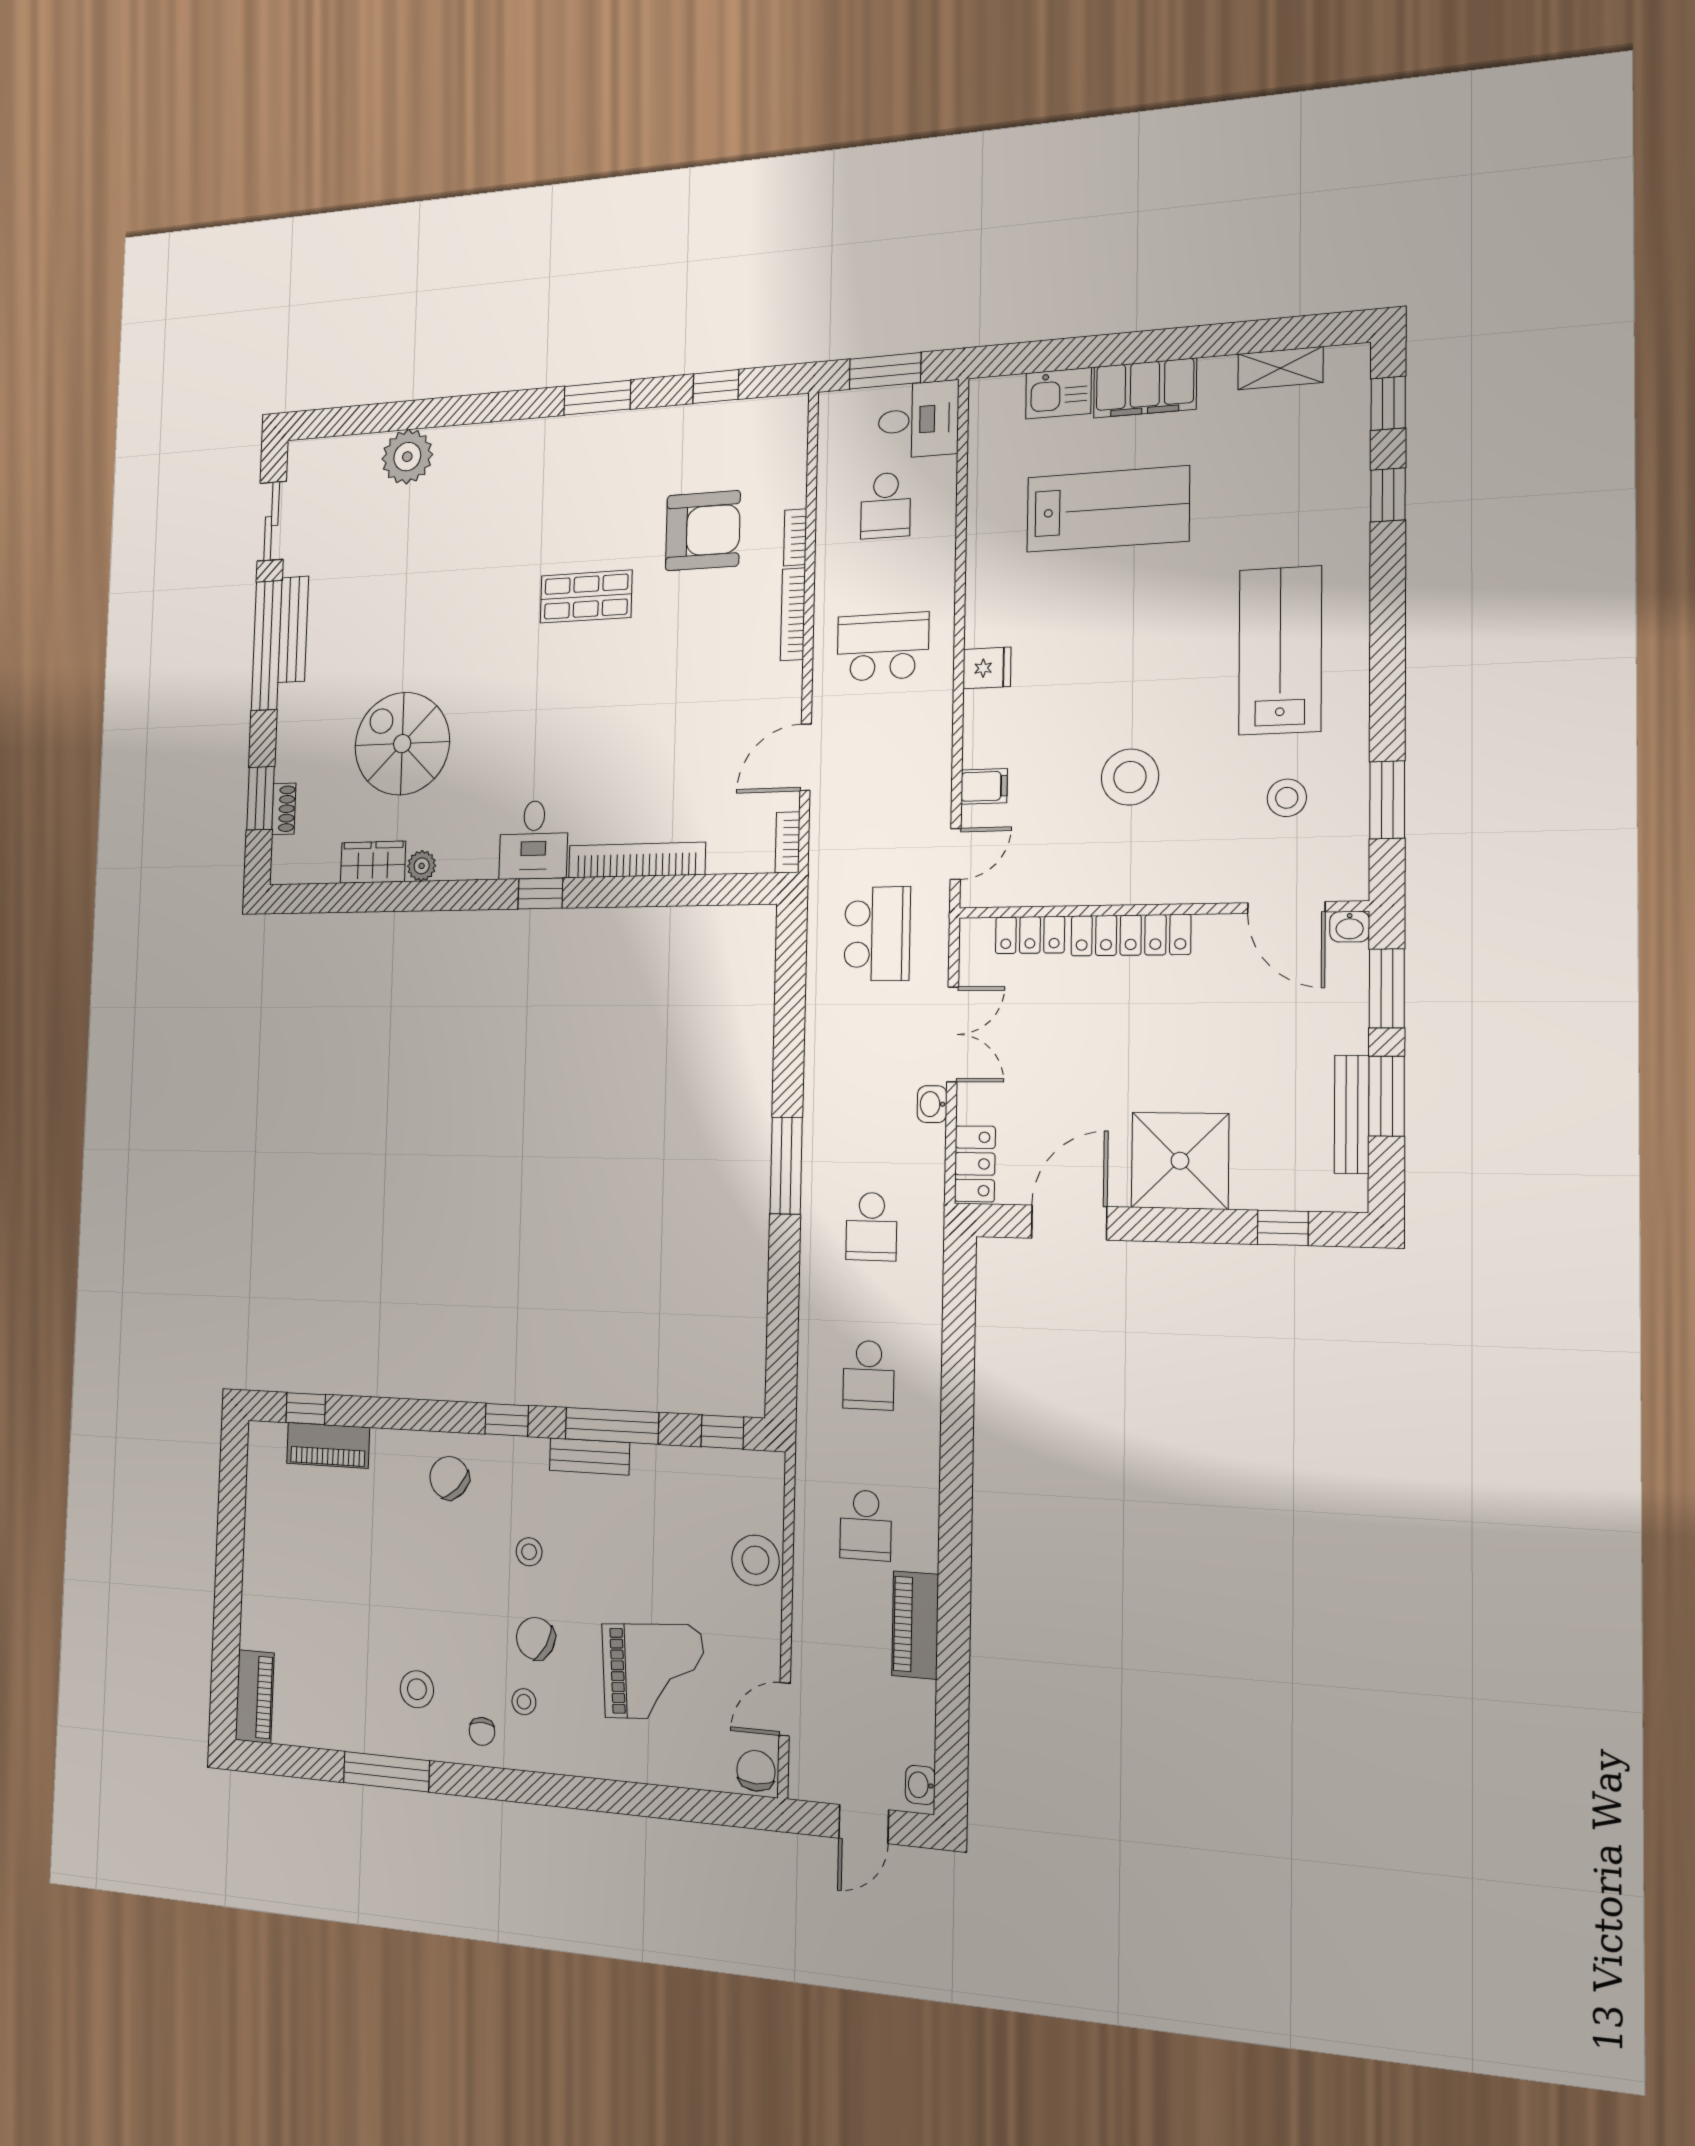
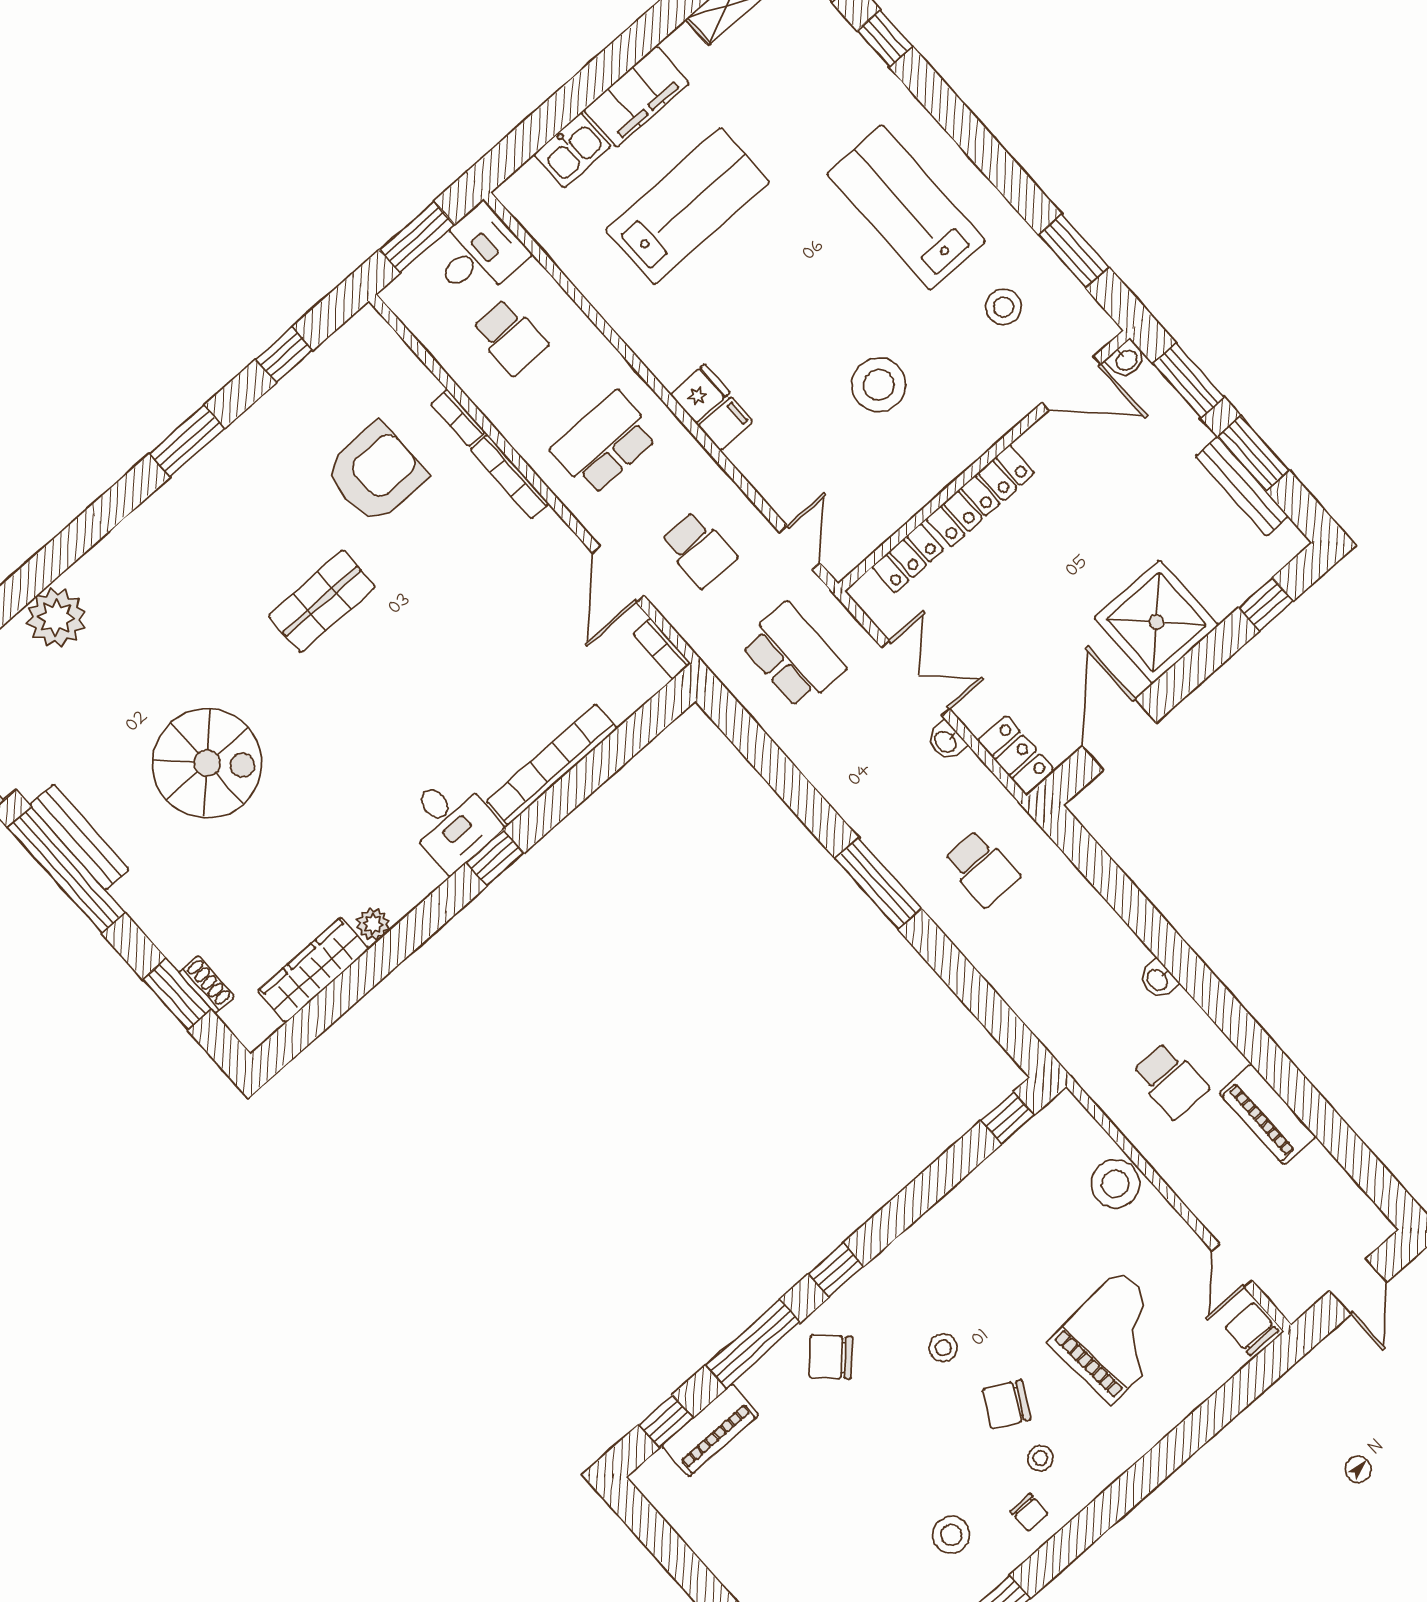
spiral stairs: (402, 744) -> (207, 763), moved, turned 180
filing cabinet: (984, 786) -> (726, 424), moved
wardrobe: (373, 862) -> (313, 970), width x1.50
school desk: (869, 1375) -> (699, 549), moved
window: (612, 1426) -> (753, 1344), moved
bench: (590, 1456) -> (925, 1234), removed
washbasin: (920, 1785) -> (1158, 979), moved

